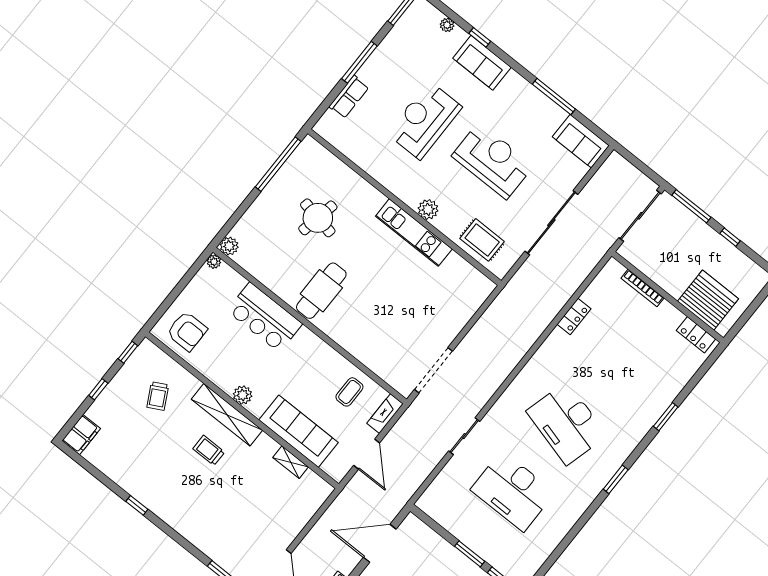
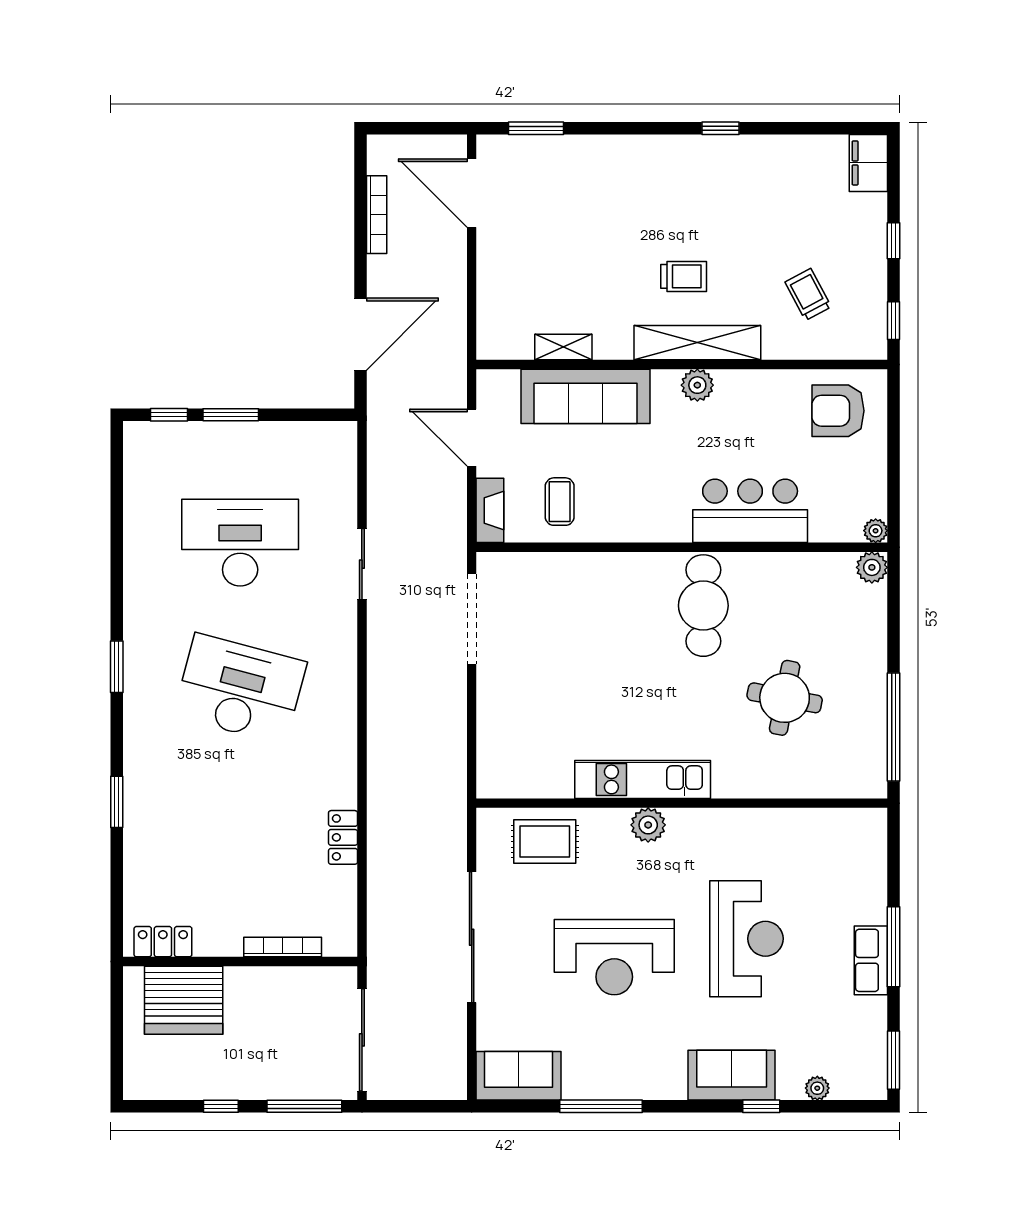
row of seats: (349, 97) -> (871, 960), moved

